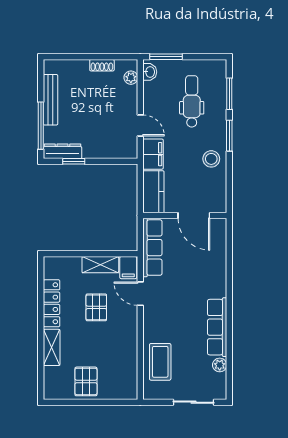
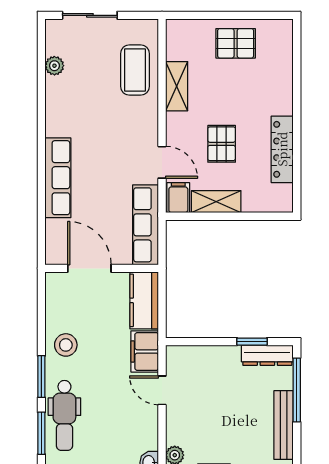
dental chair: (192, 101) -> (64, 415), moved
row of seats: (217, 327) -> (58, 178), moved
shelving: (52, 347) -> (177, 86), moved
pallet: (86, 381) -> (236, 43), turned 90

